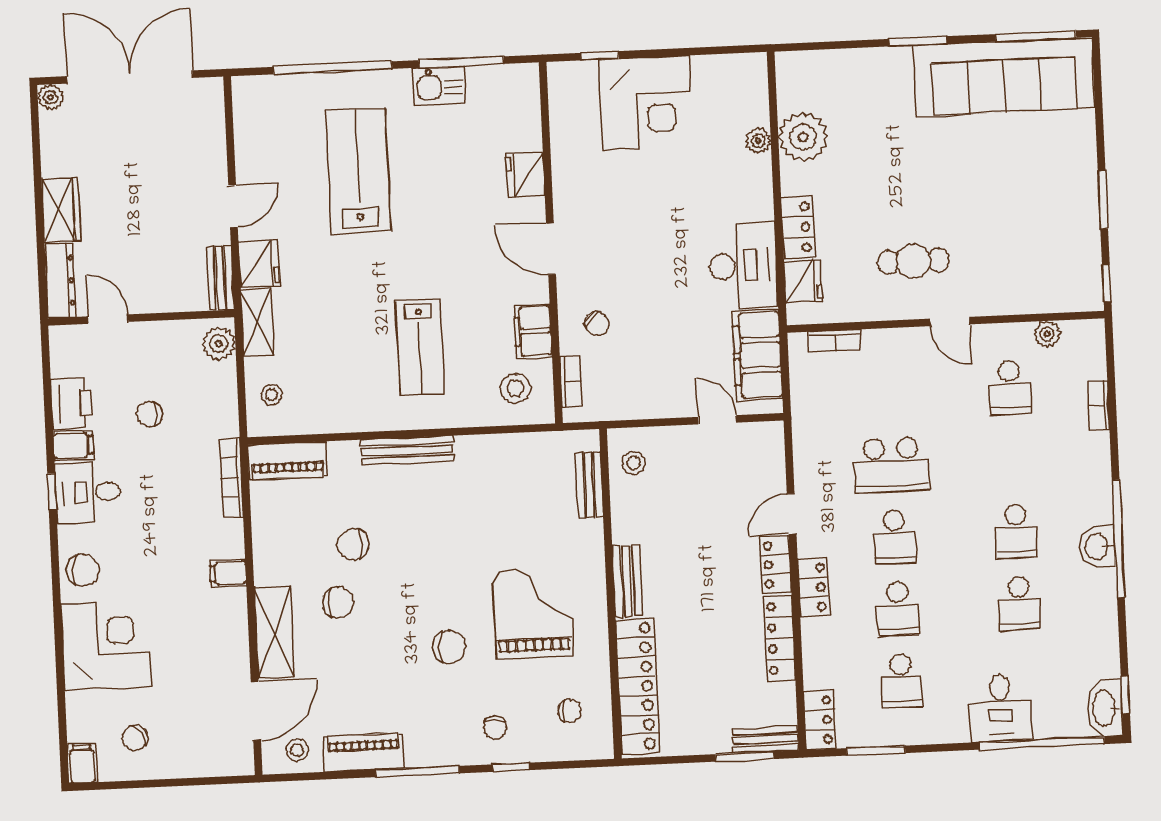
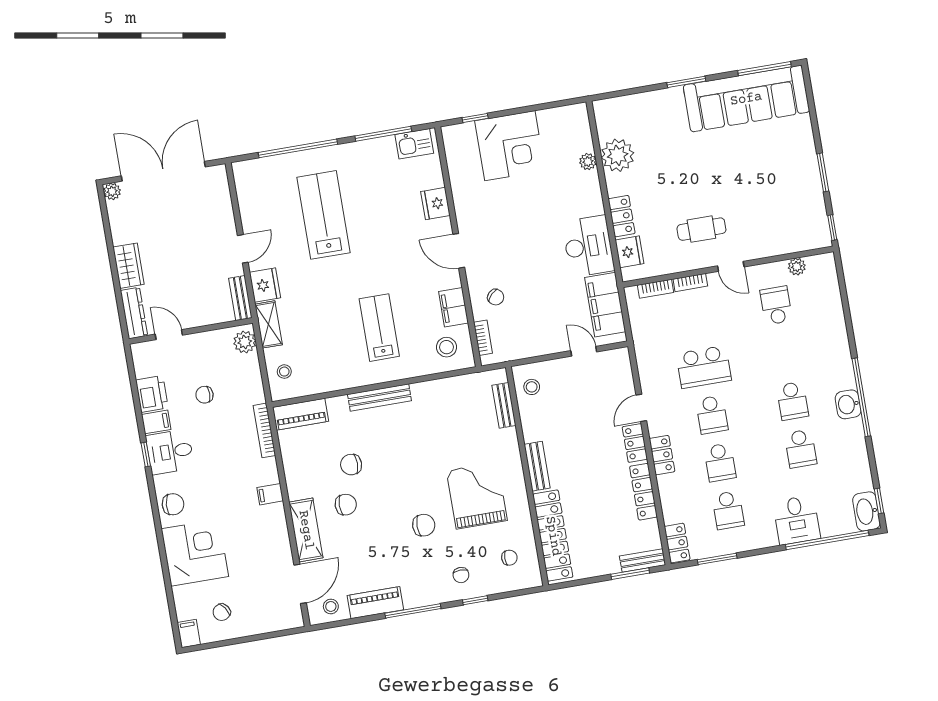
kitchen sink: (439, 86) -> (414, 144), moved
lab bench: (420, 347) -> (379, 328), turned 180
school desk: (1010, 387) -> (776, 305), turned 180
bookcase: (1099, 405) -> (690, 283), moved, turned -90

